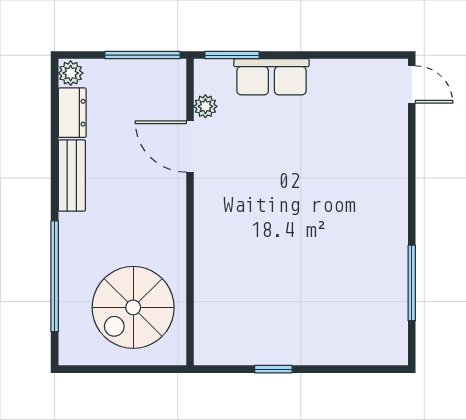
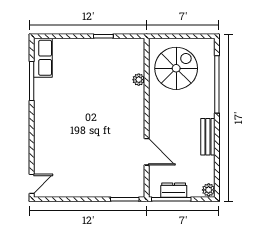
row of seats: (271, 77) -> (43, 58), moved, turned 90
door: (412, 85) -> (32, 184), swing flipped
plant: (205, 106) -> (139, 80), moved
dresser: (72, 113) -> (174, 190), moved, turned 90

